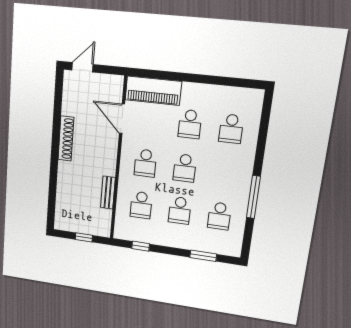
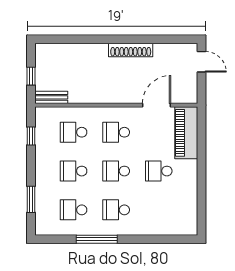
school desk: (231, 129) -> (116, 210), moved
bench: (108, 193) -> (51, 97), moved

